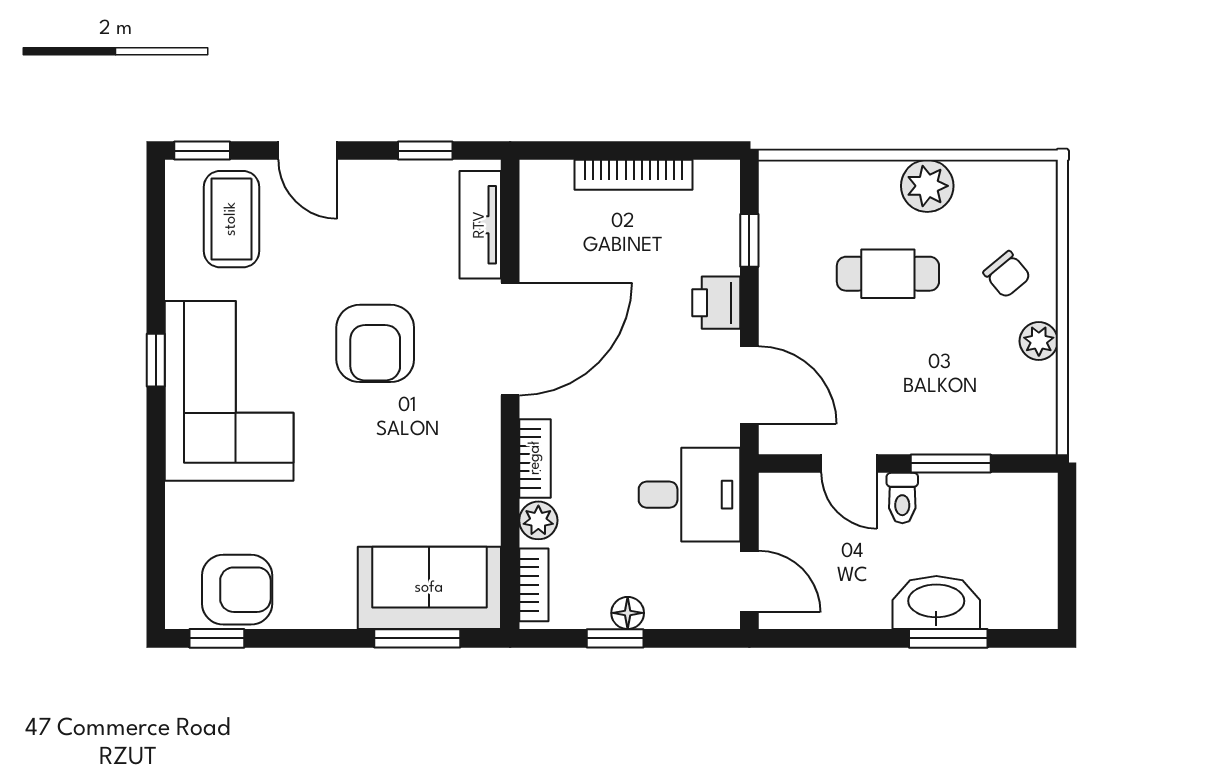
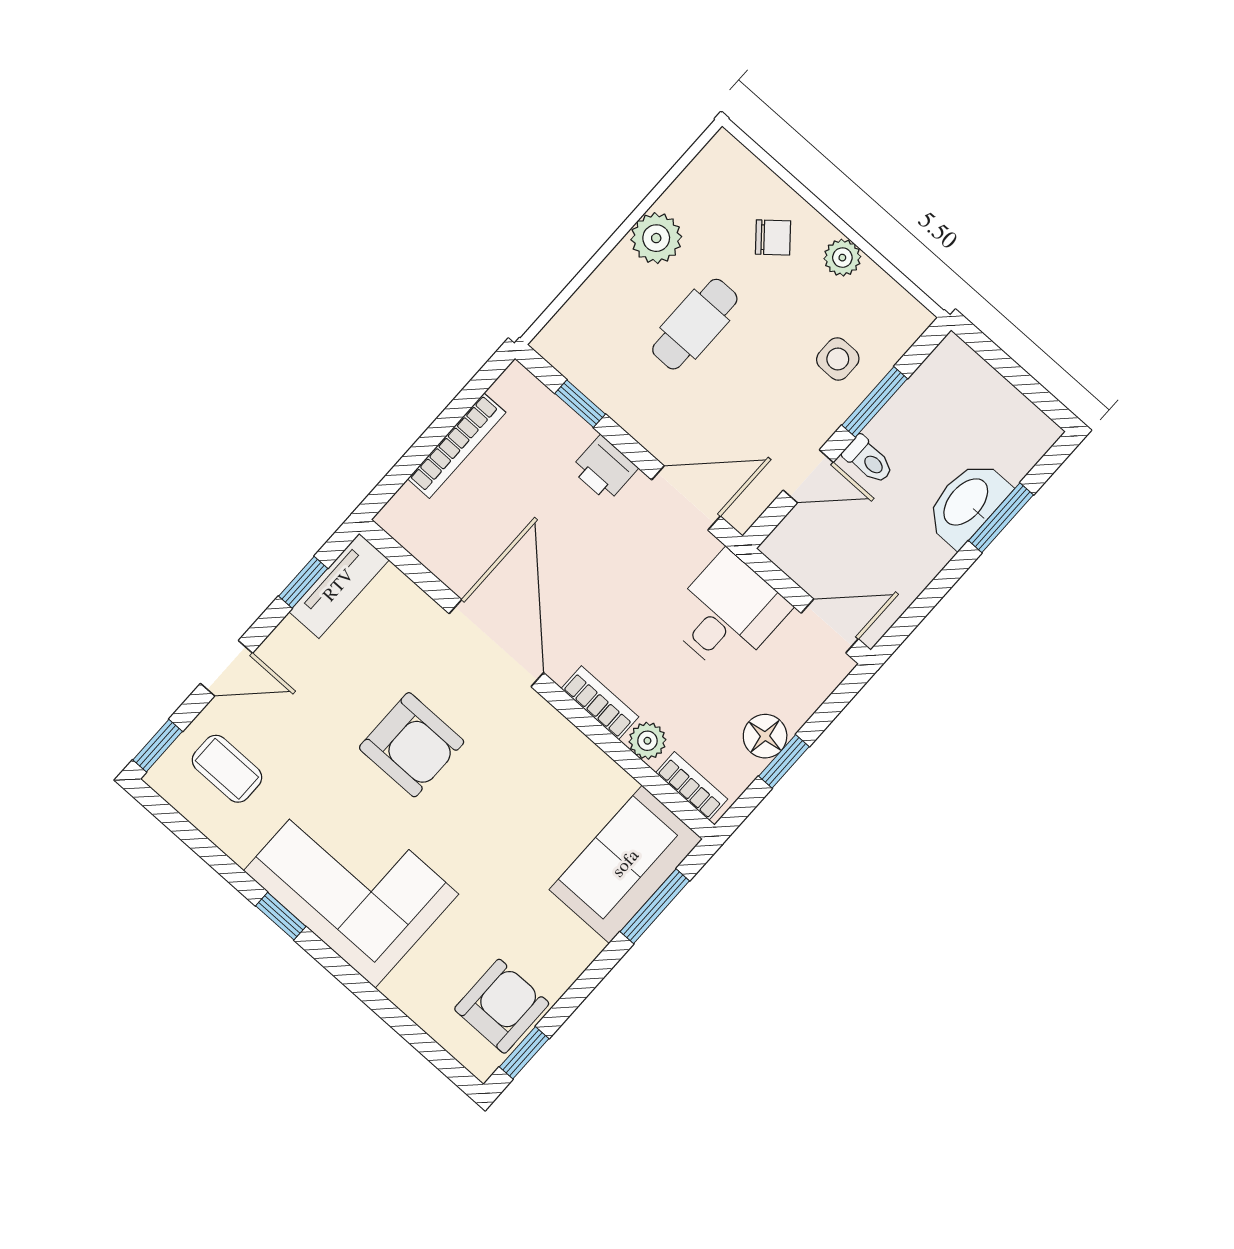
coffee table: (231, 219) -> (227, 769), width x0.73, depth x0.77
tv unit: (480, 225) -> (339, 586), moved, turned -90
side table: (958, 406) -> (838, 359), added
floor lamp: (628, 613) -> (765, 736), width x1.37, depth x1.37

